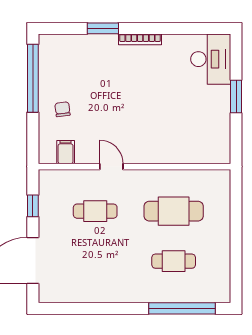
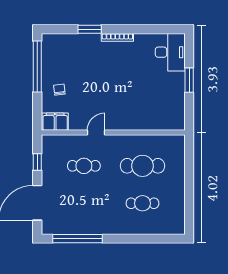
filing cabinet: (66, 152) -> (55, 122), width x2.00
door: (111, 167) -> (96, 133), hinge flipped
window: (182, 308) -> (78, 239), moved

